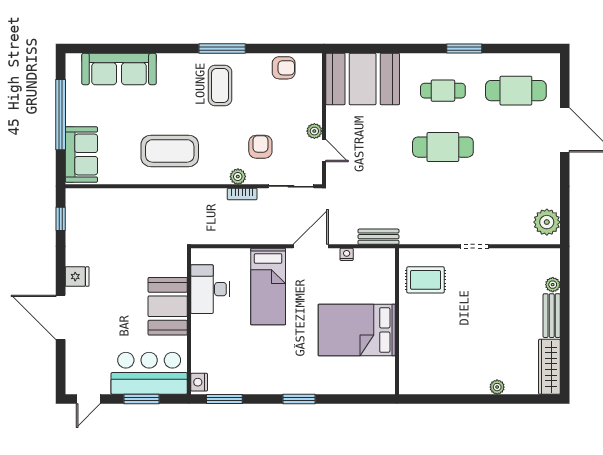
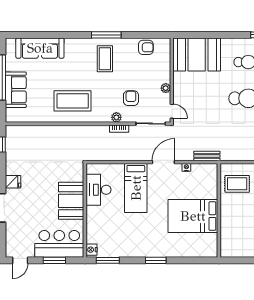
door: (324, 151) -> (172, 111), moved
sofa: (81, 155) -> (16, 90), moved

